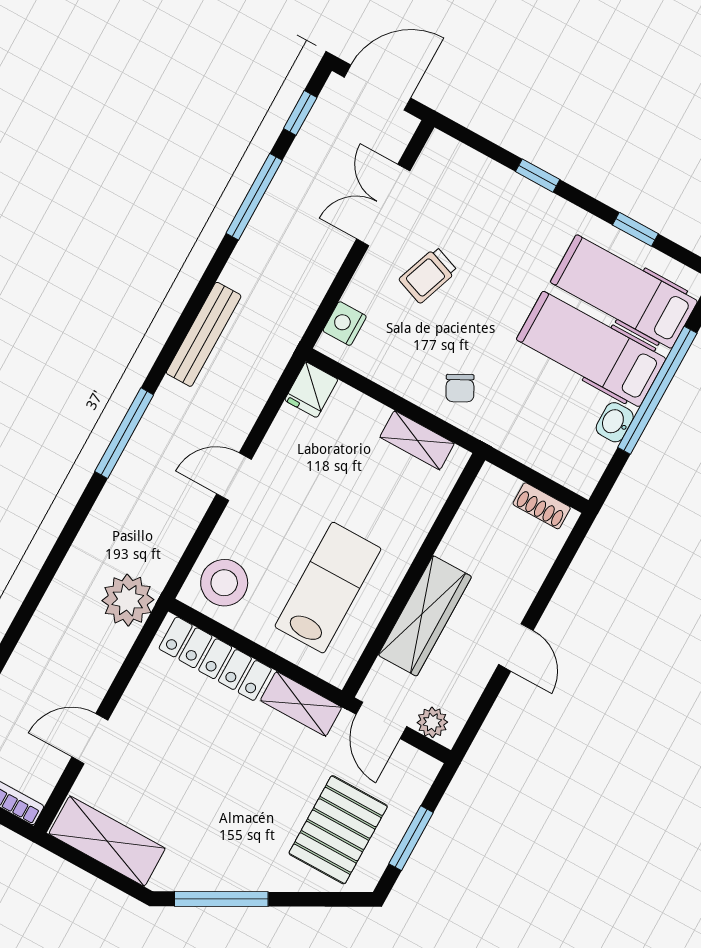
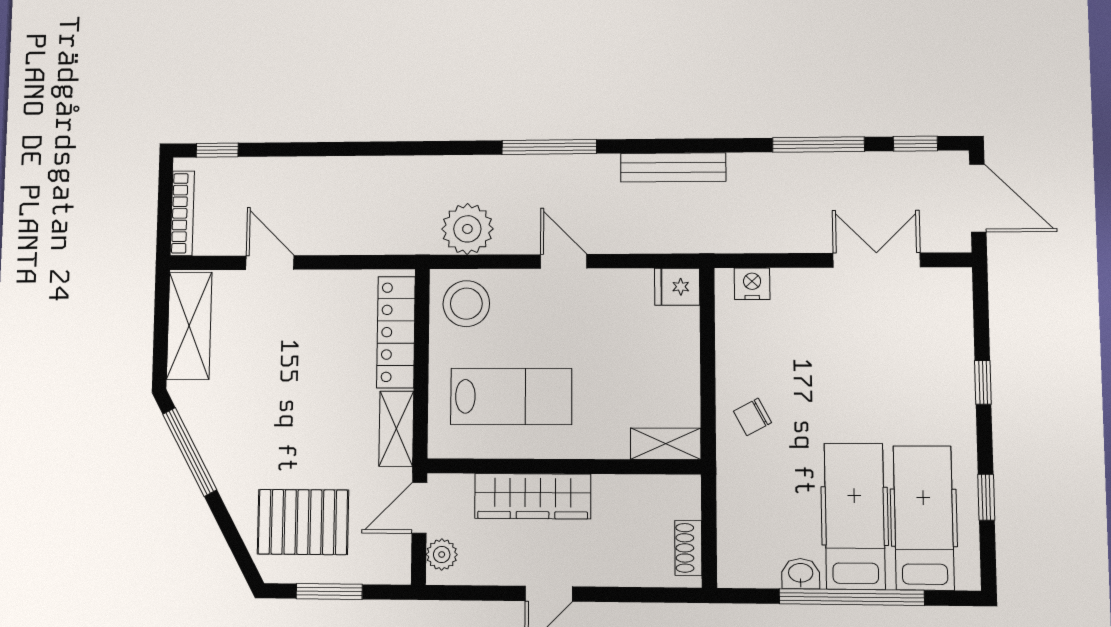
trolley: (428, 275) -> (837, 334), removed
shelving: (417, 440) -> (666, 444), moved, turned 90
plant: (128, 600) -> (467, 229), moved

